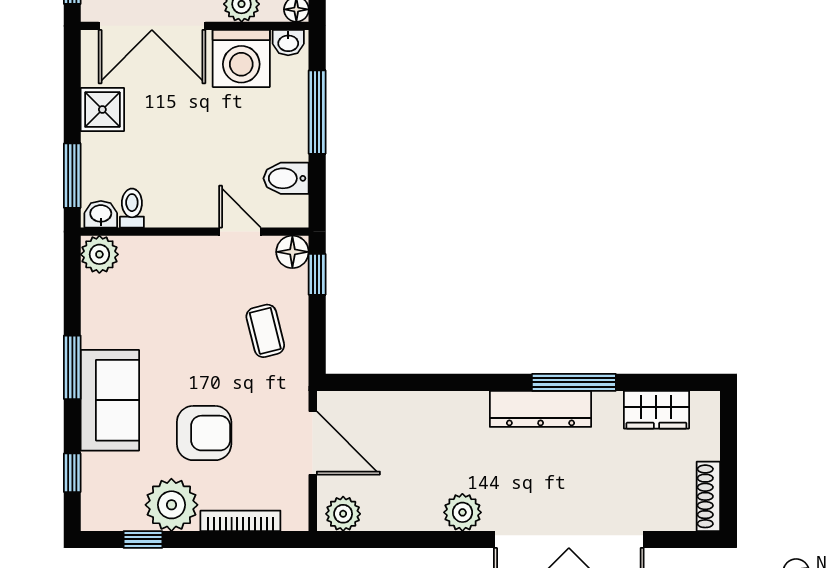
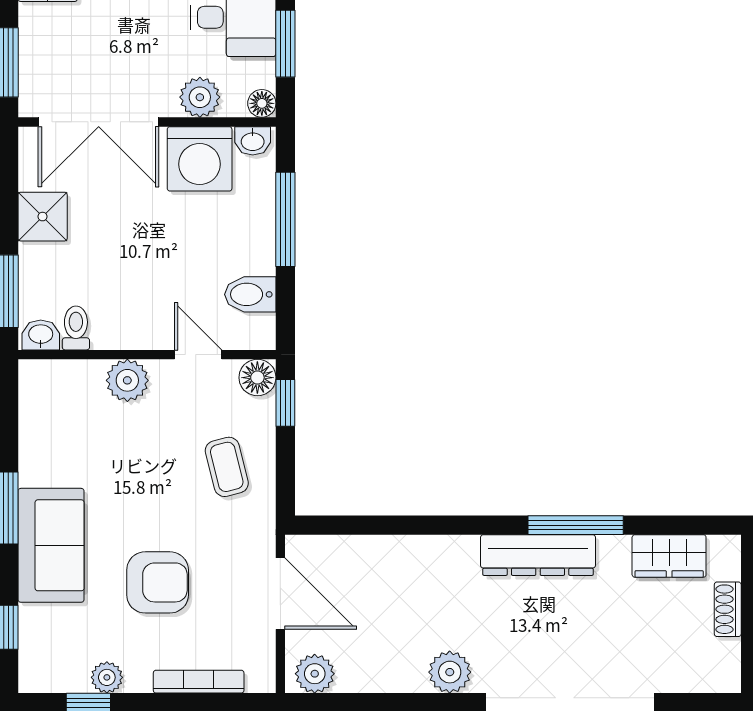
plant: (99, 254) -> (127, 380), moved
shoe rack: (708, 496) -> (728, 609), moved, width x0.70
plant: (171, 505) -> (107, 677), width x0.53, depth x0.53

